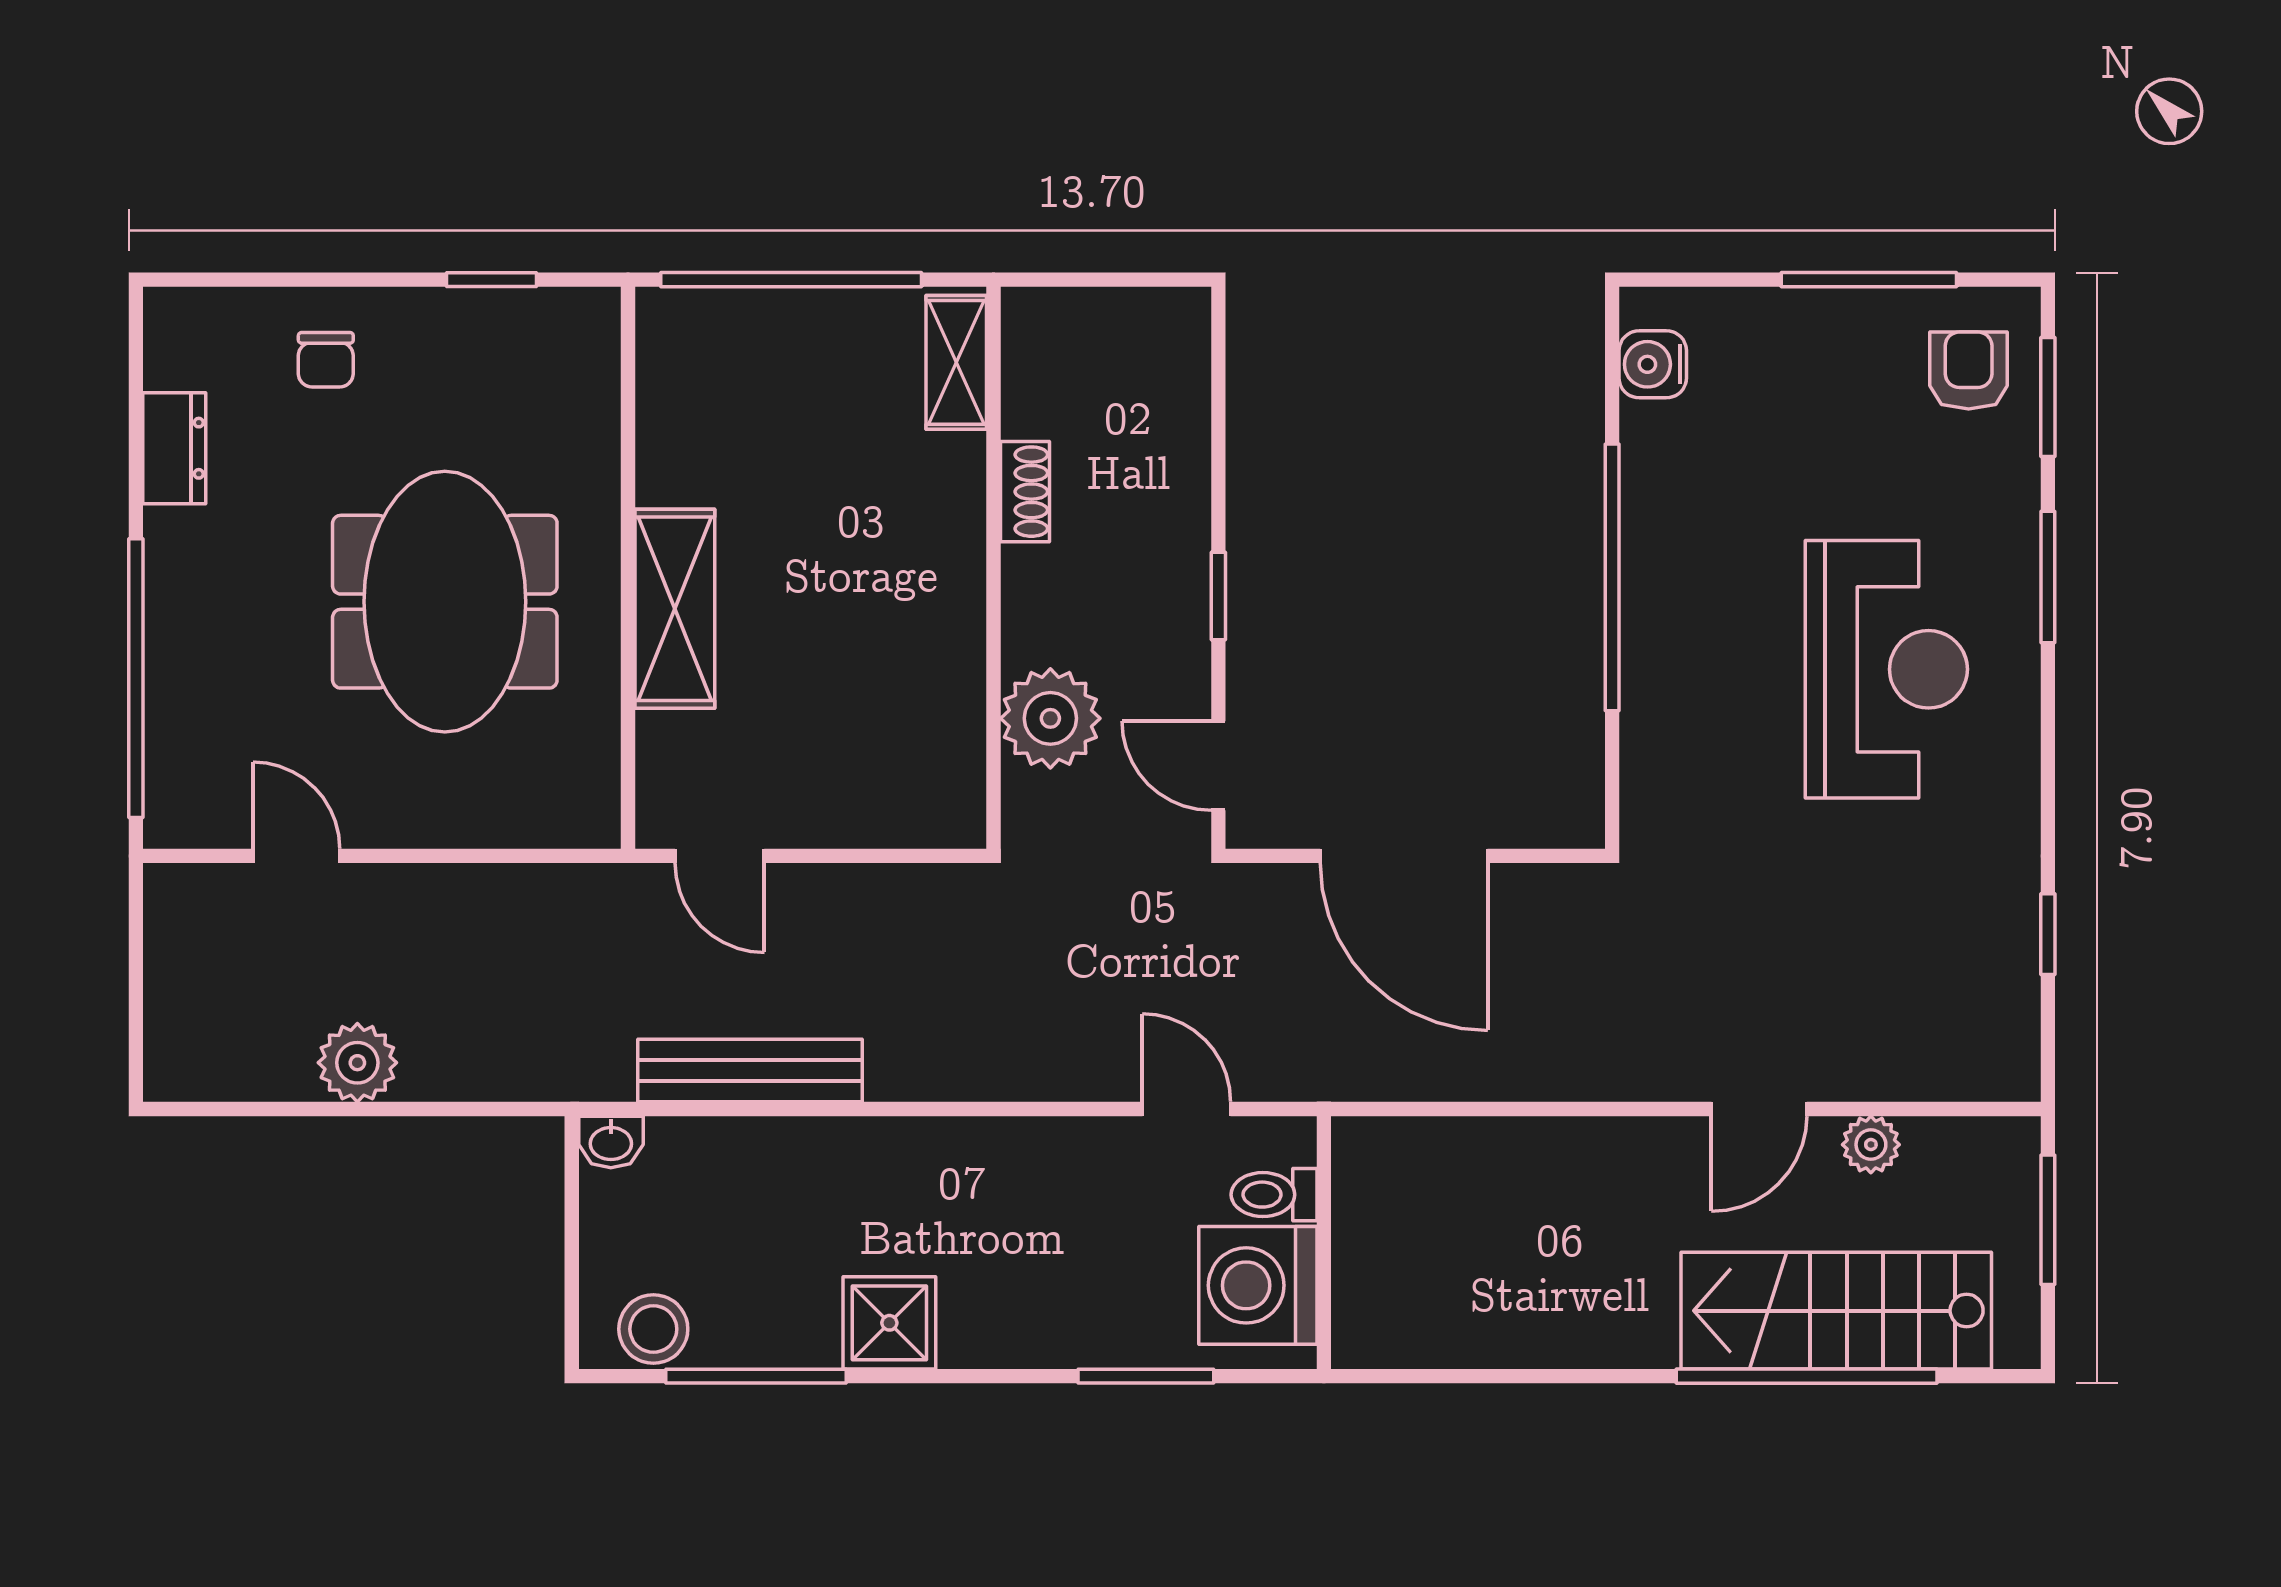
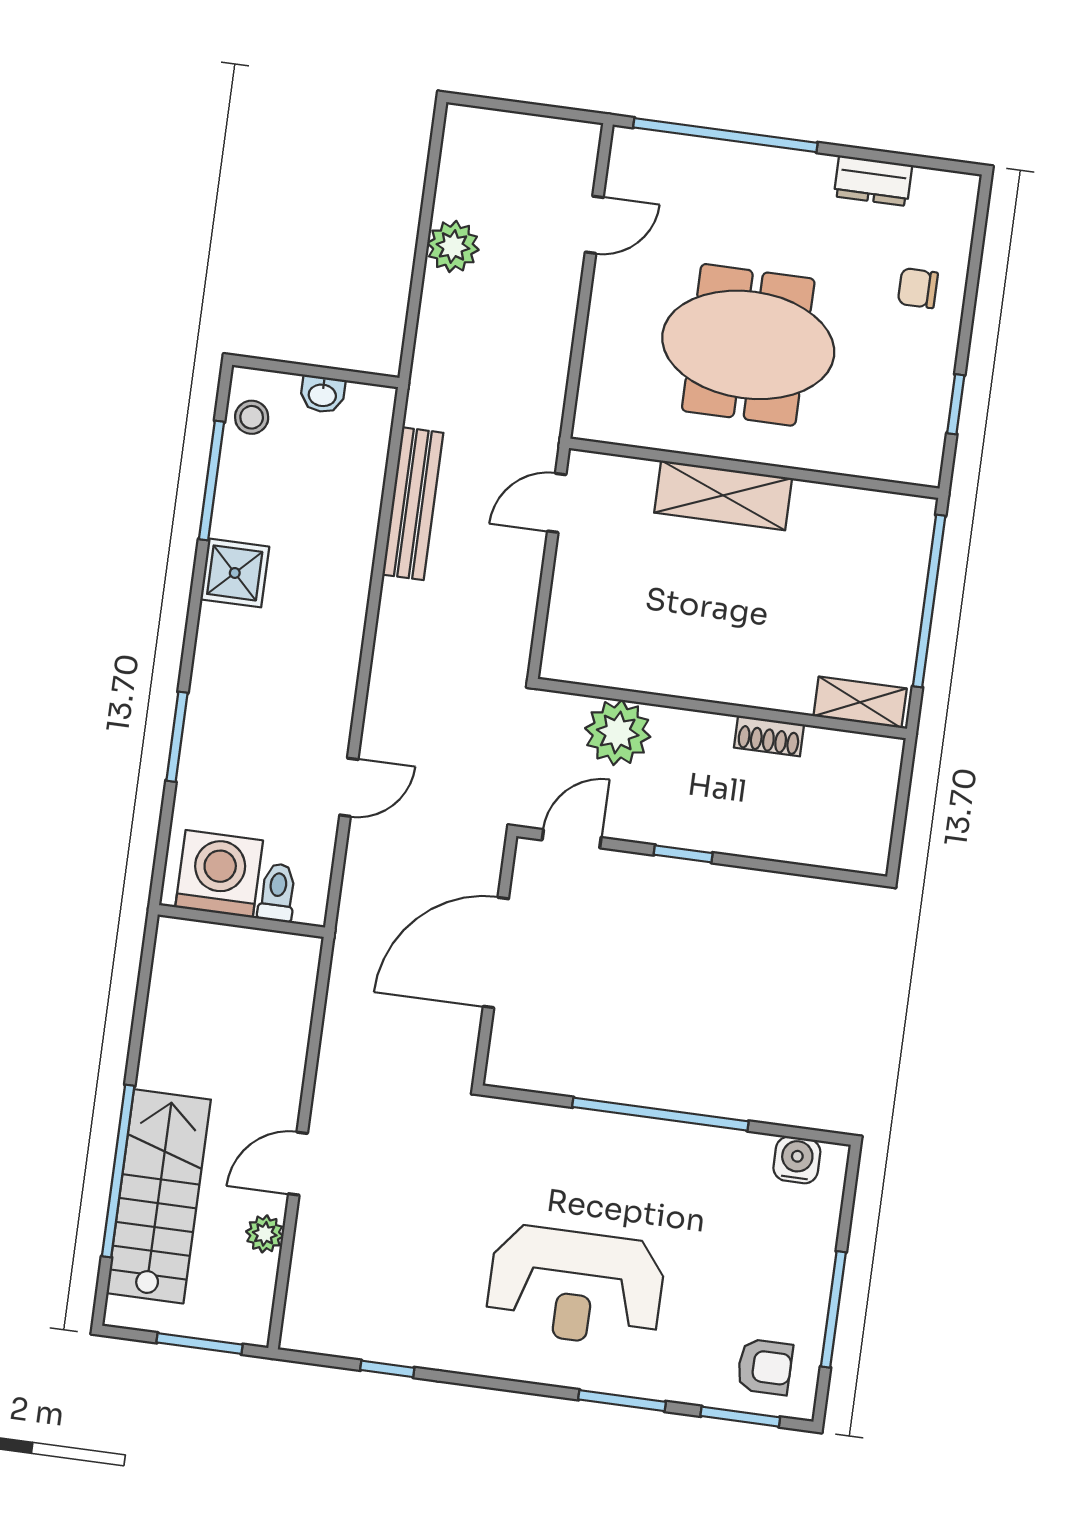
door: (1759, 1109) -> (298, 1164), hinge flipped
washbasin: (611, 1142) -> (322, 394), moved, turned -90
toilet: (1274, 1195) -> (277, 893), moved
wall: (1324, 1243) -> (241, 921), moved
washing machine: (1258, 1285) -> (219, 874), moved
stool: (653, 1329) -> (252, 417), width x0.73, depth x0.73

